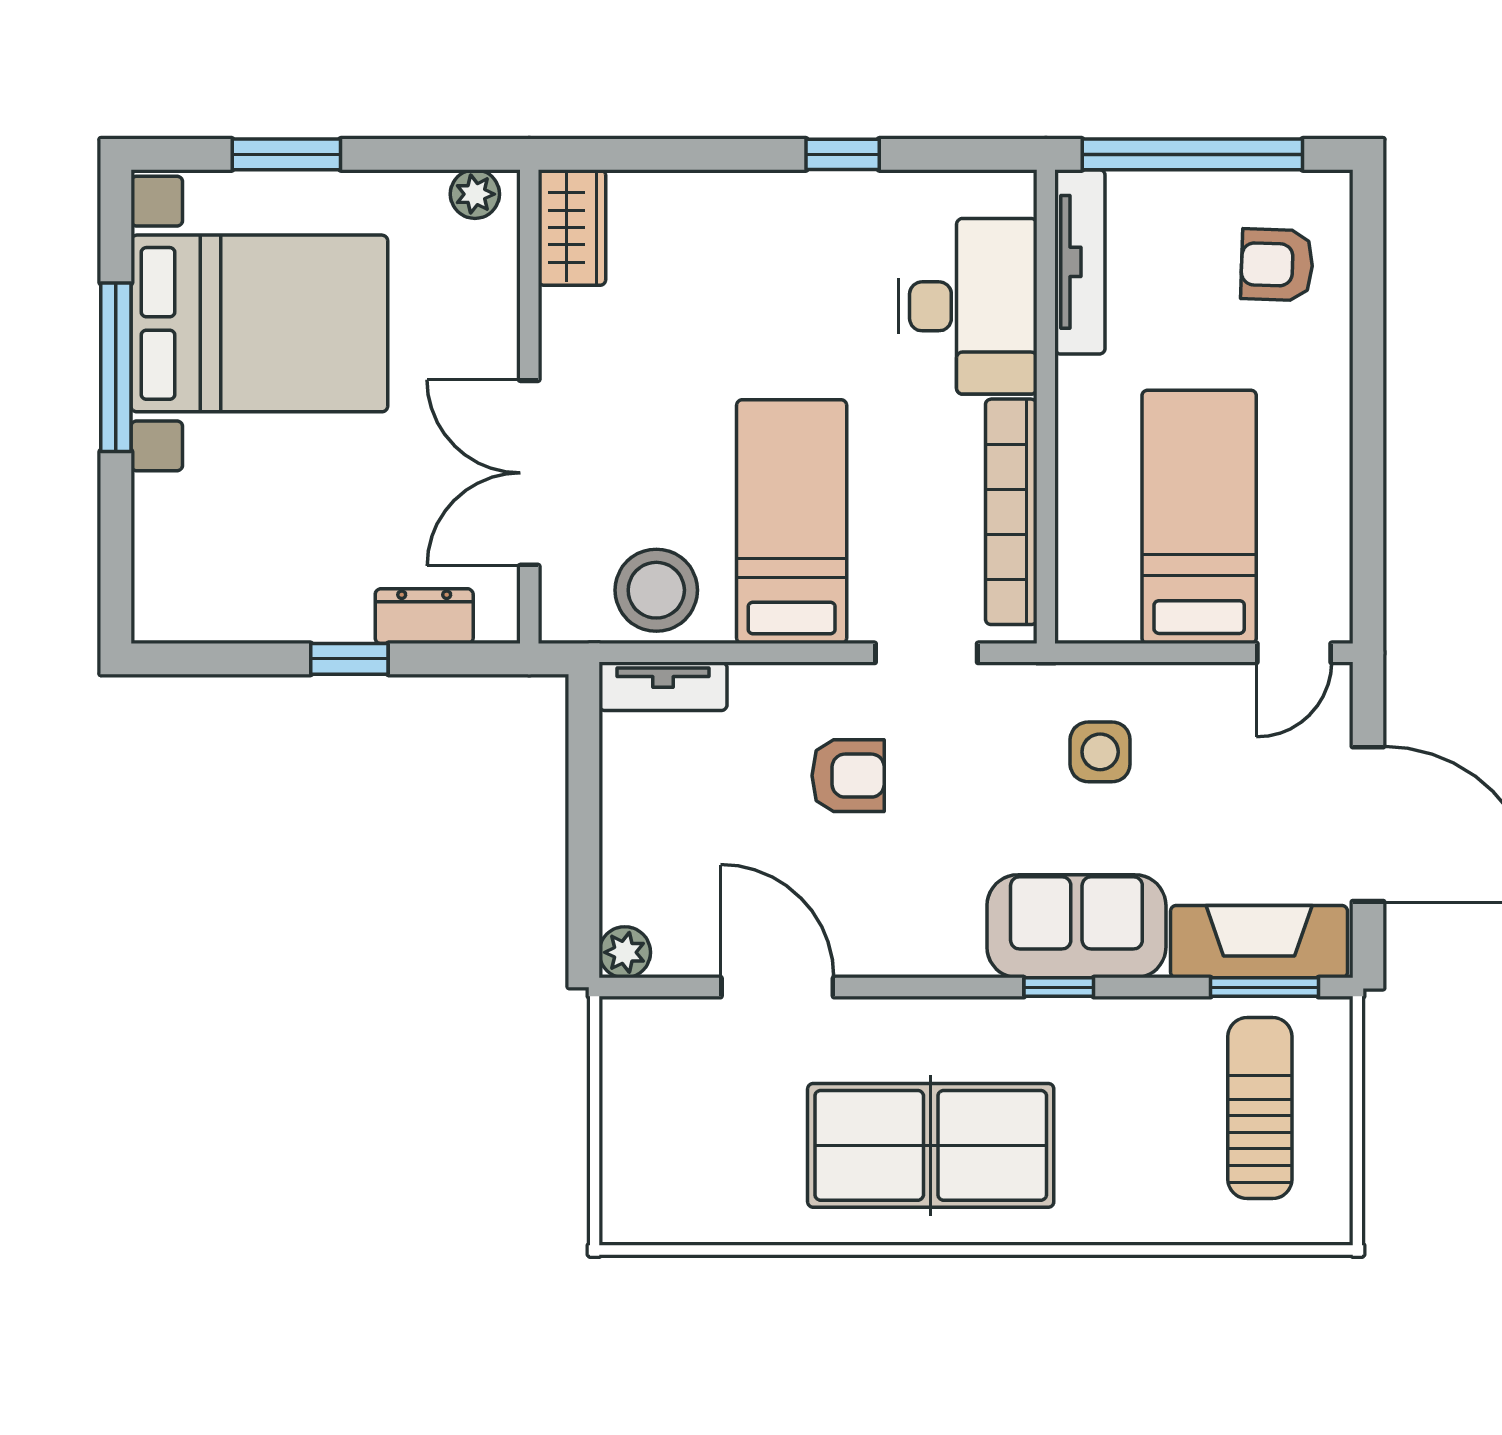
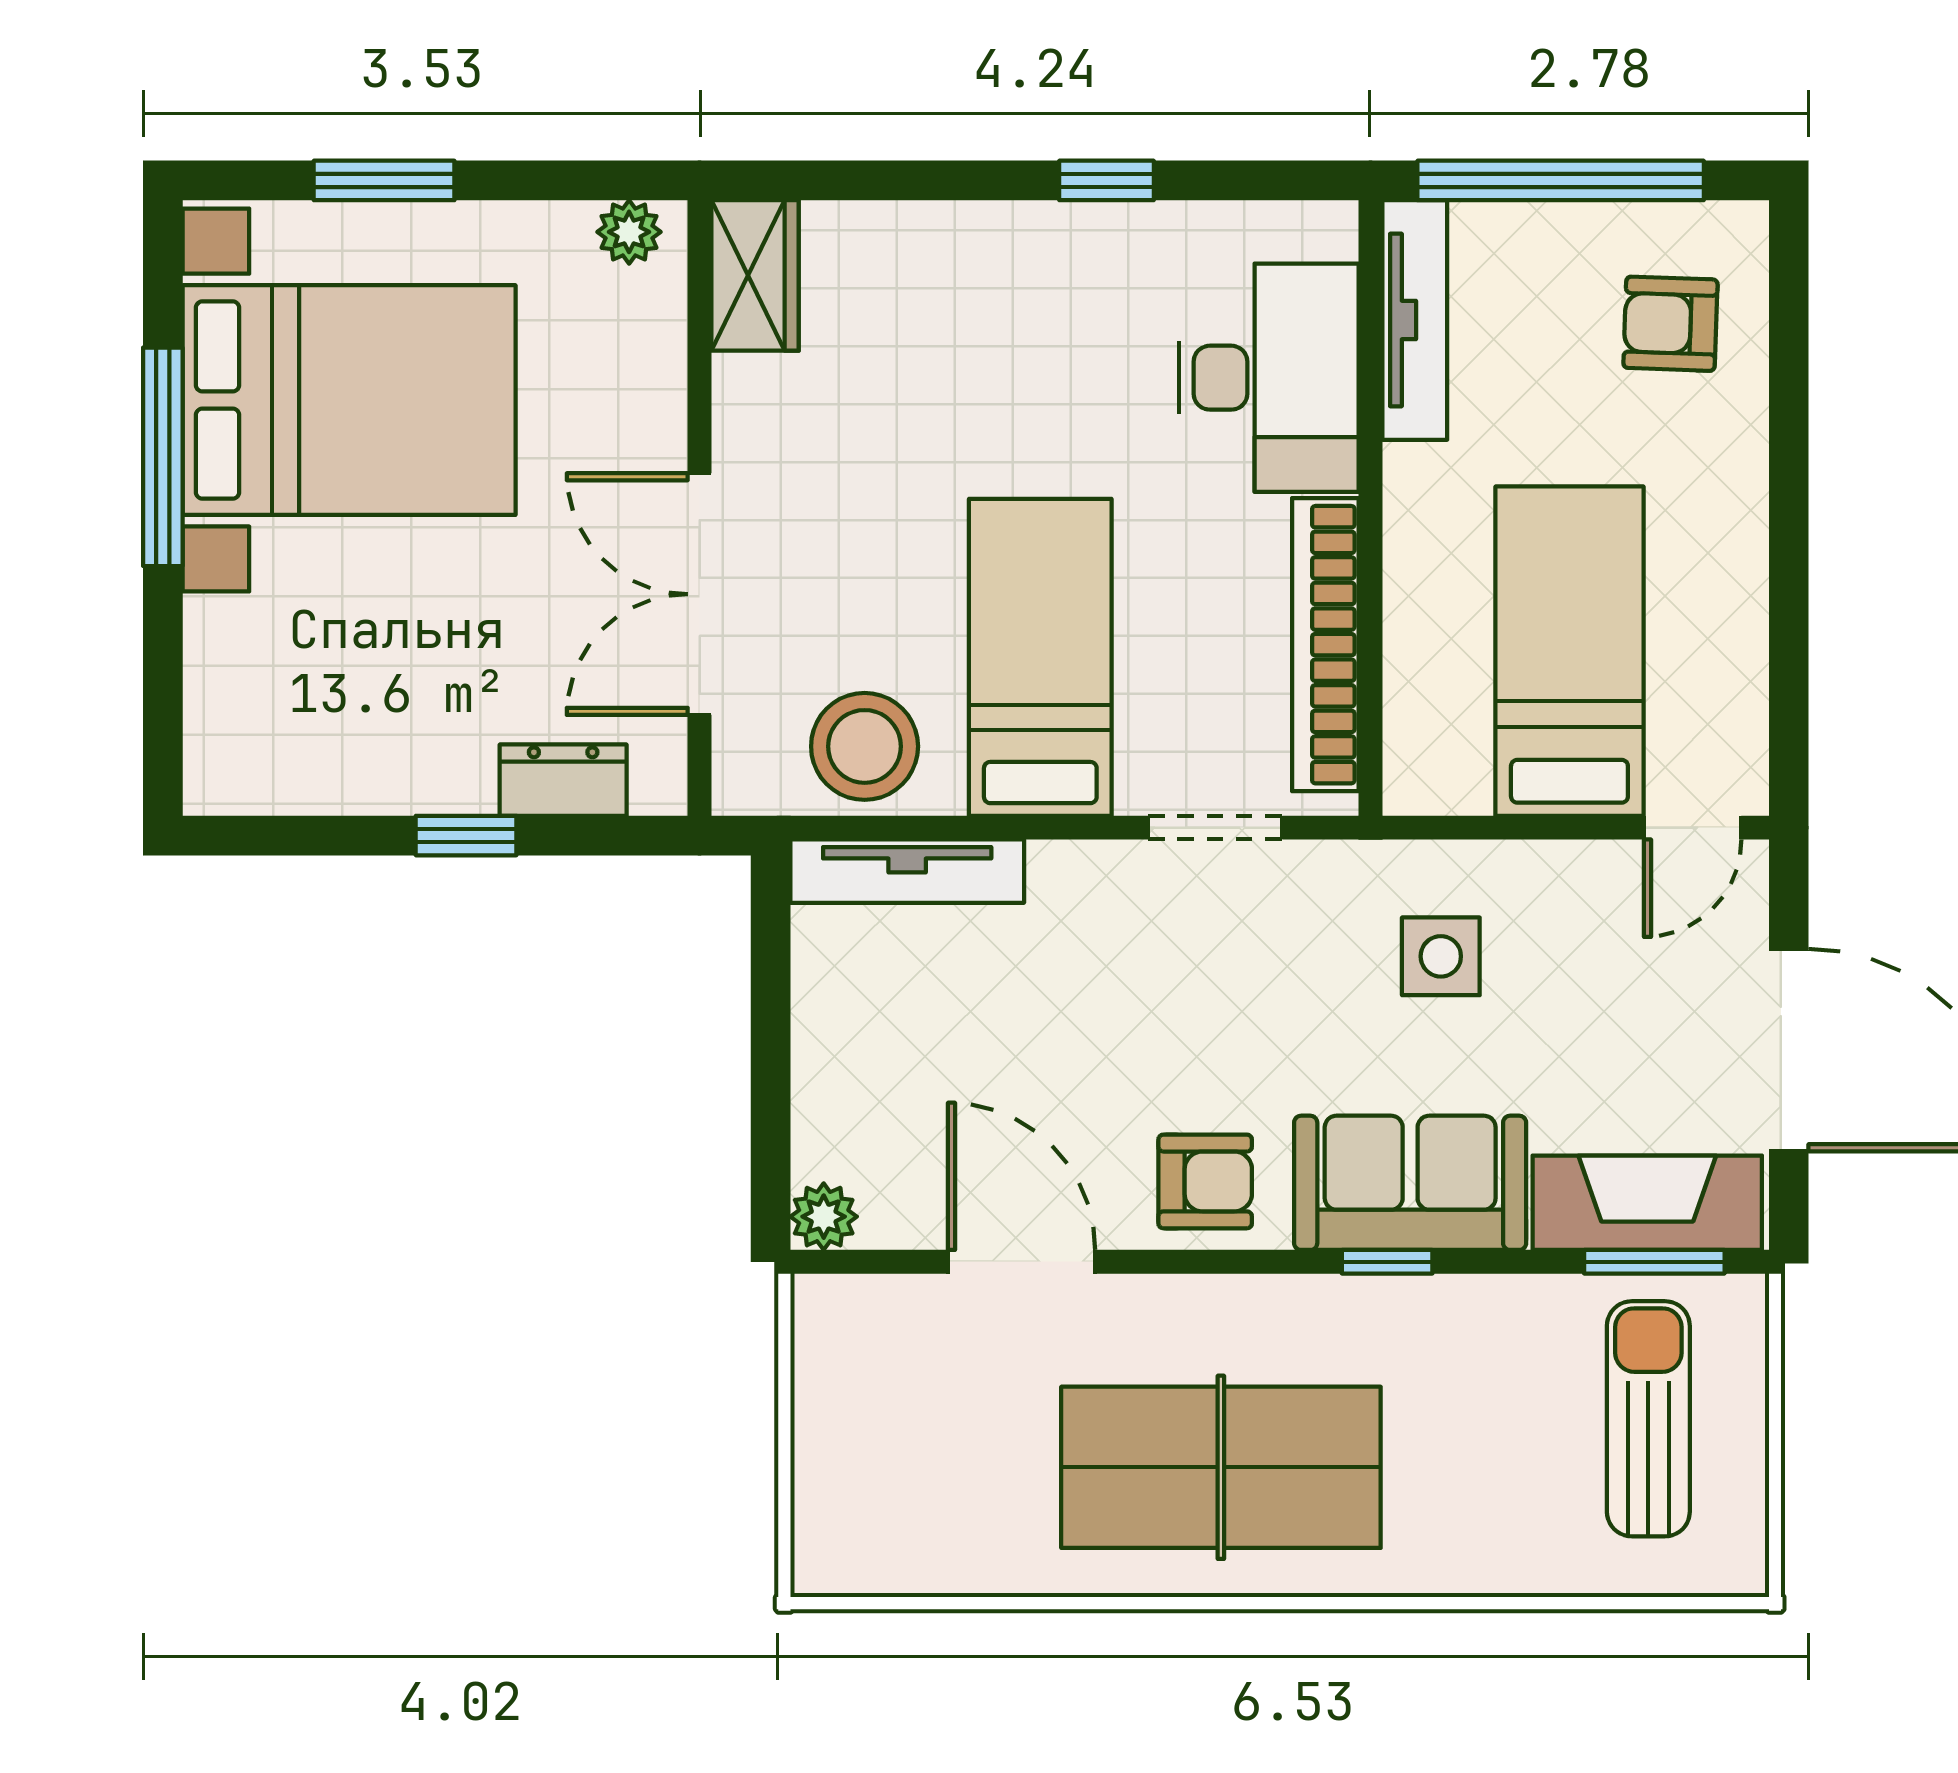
tv unit: (663, 686) -> (907, 871), width x1.41
armchair: (848, 776) -> (1205, 1181), moved

